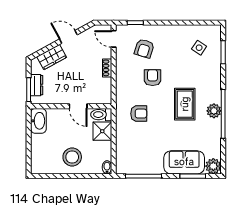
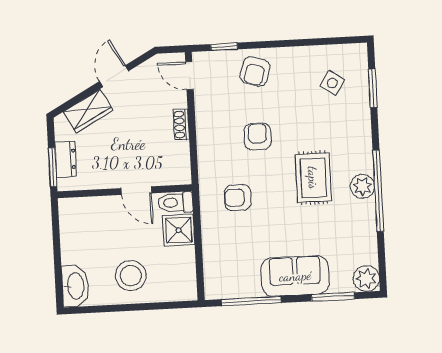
door: (68, 37) -> (114, 76), hinge flipped
armchair: (144, 48) -> (255, 71), moved
armchair: (139, 114) -> (238, 198), turned 180
washbasin: (38, 121) -> (75, 286), moved
sofa: (184, 162) -> (295, 276), moved
bidet: (107, 167) -> (190, 290), removed

